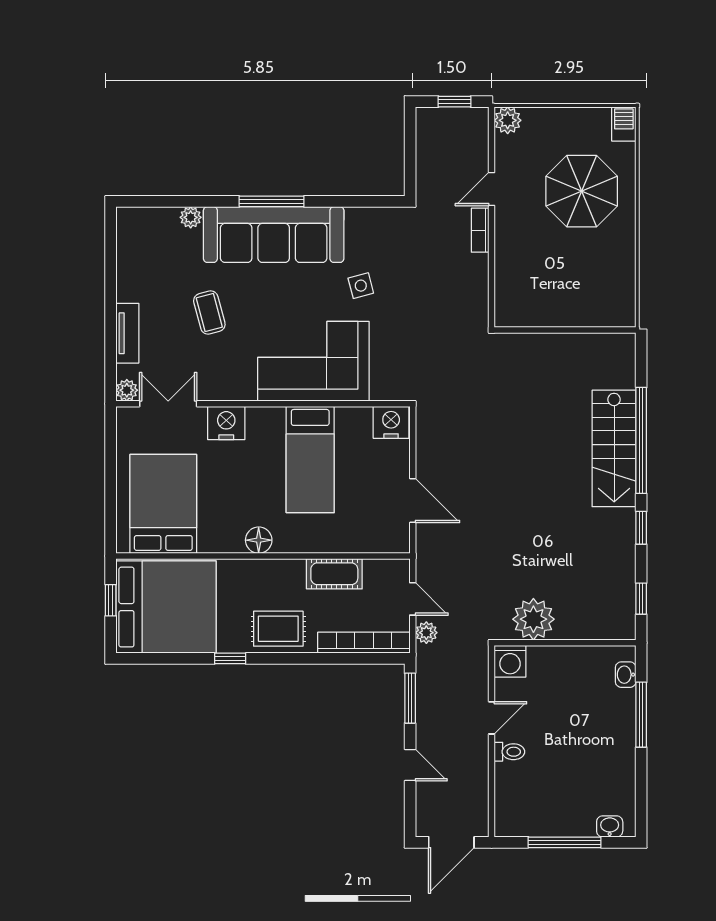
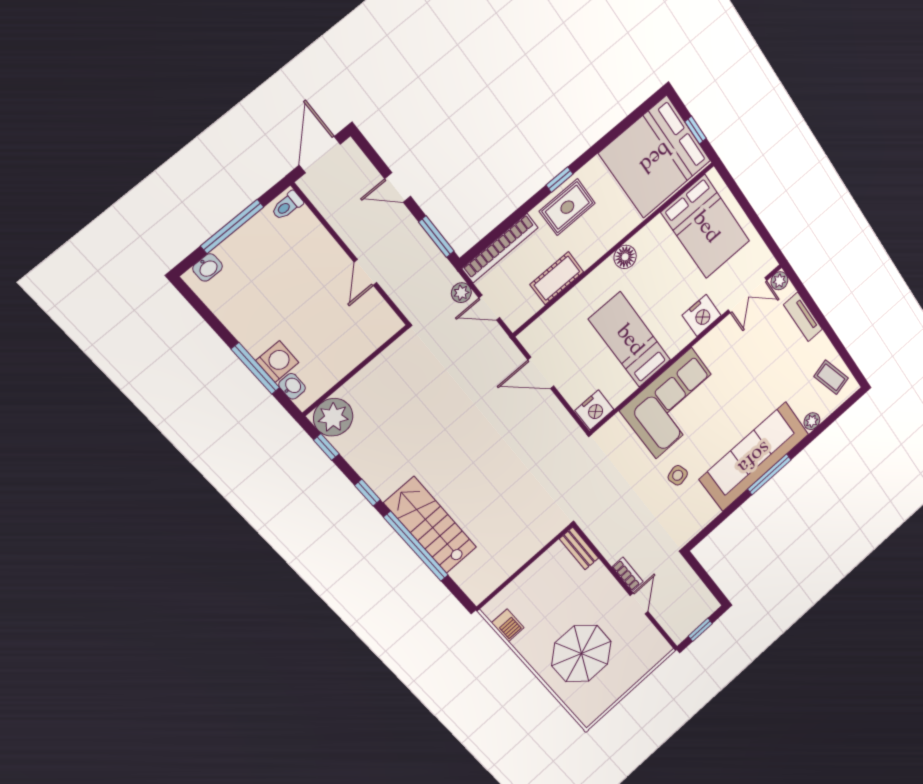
plant: (508, 120) -> (660, 649), removed
barbecue: (624, 124) -> (508, 625), moved
bench: (505, 300) -> (579, 548), added
coffee table: (209, 312) -> (831, 377), moved
plant: (533, 619) -> (333, 417), moved
window: (230, 658) -> (559, 180), moved
washing machine: (510, 661) -> (277, 362), moved, turned 90
toilet: (509, 752) -> (287, 206), moved

